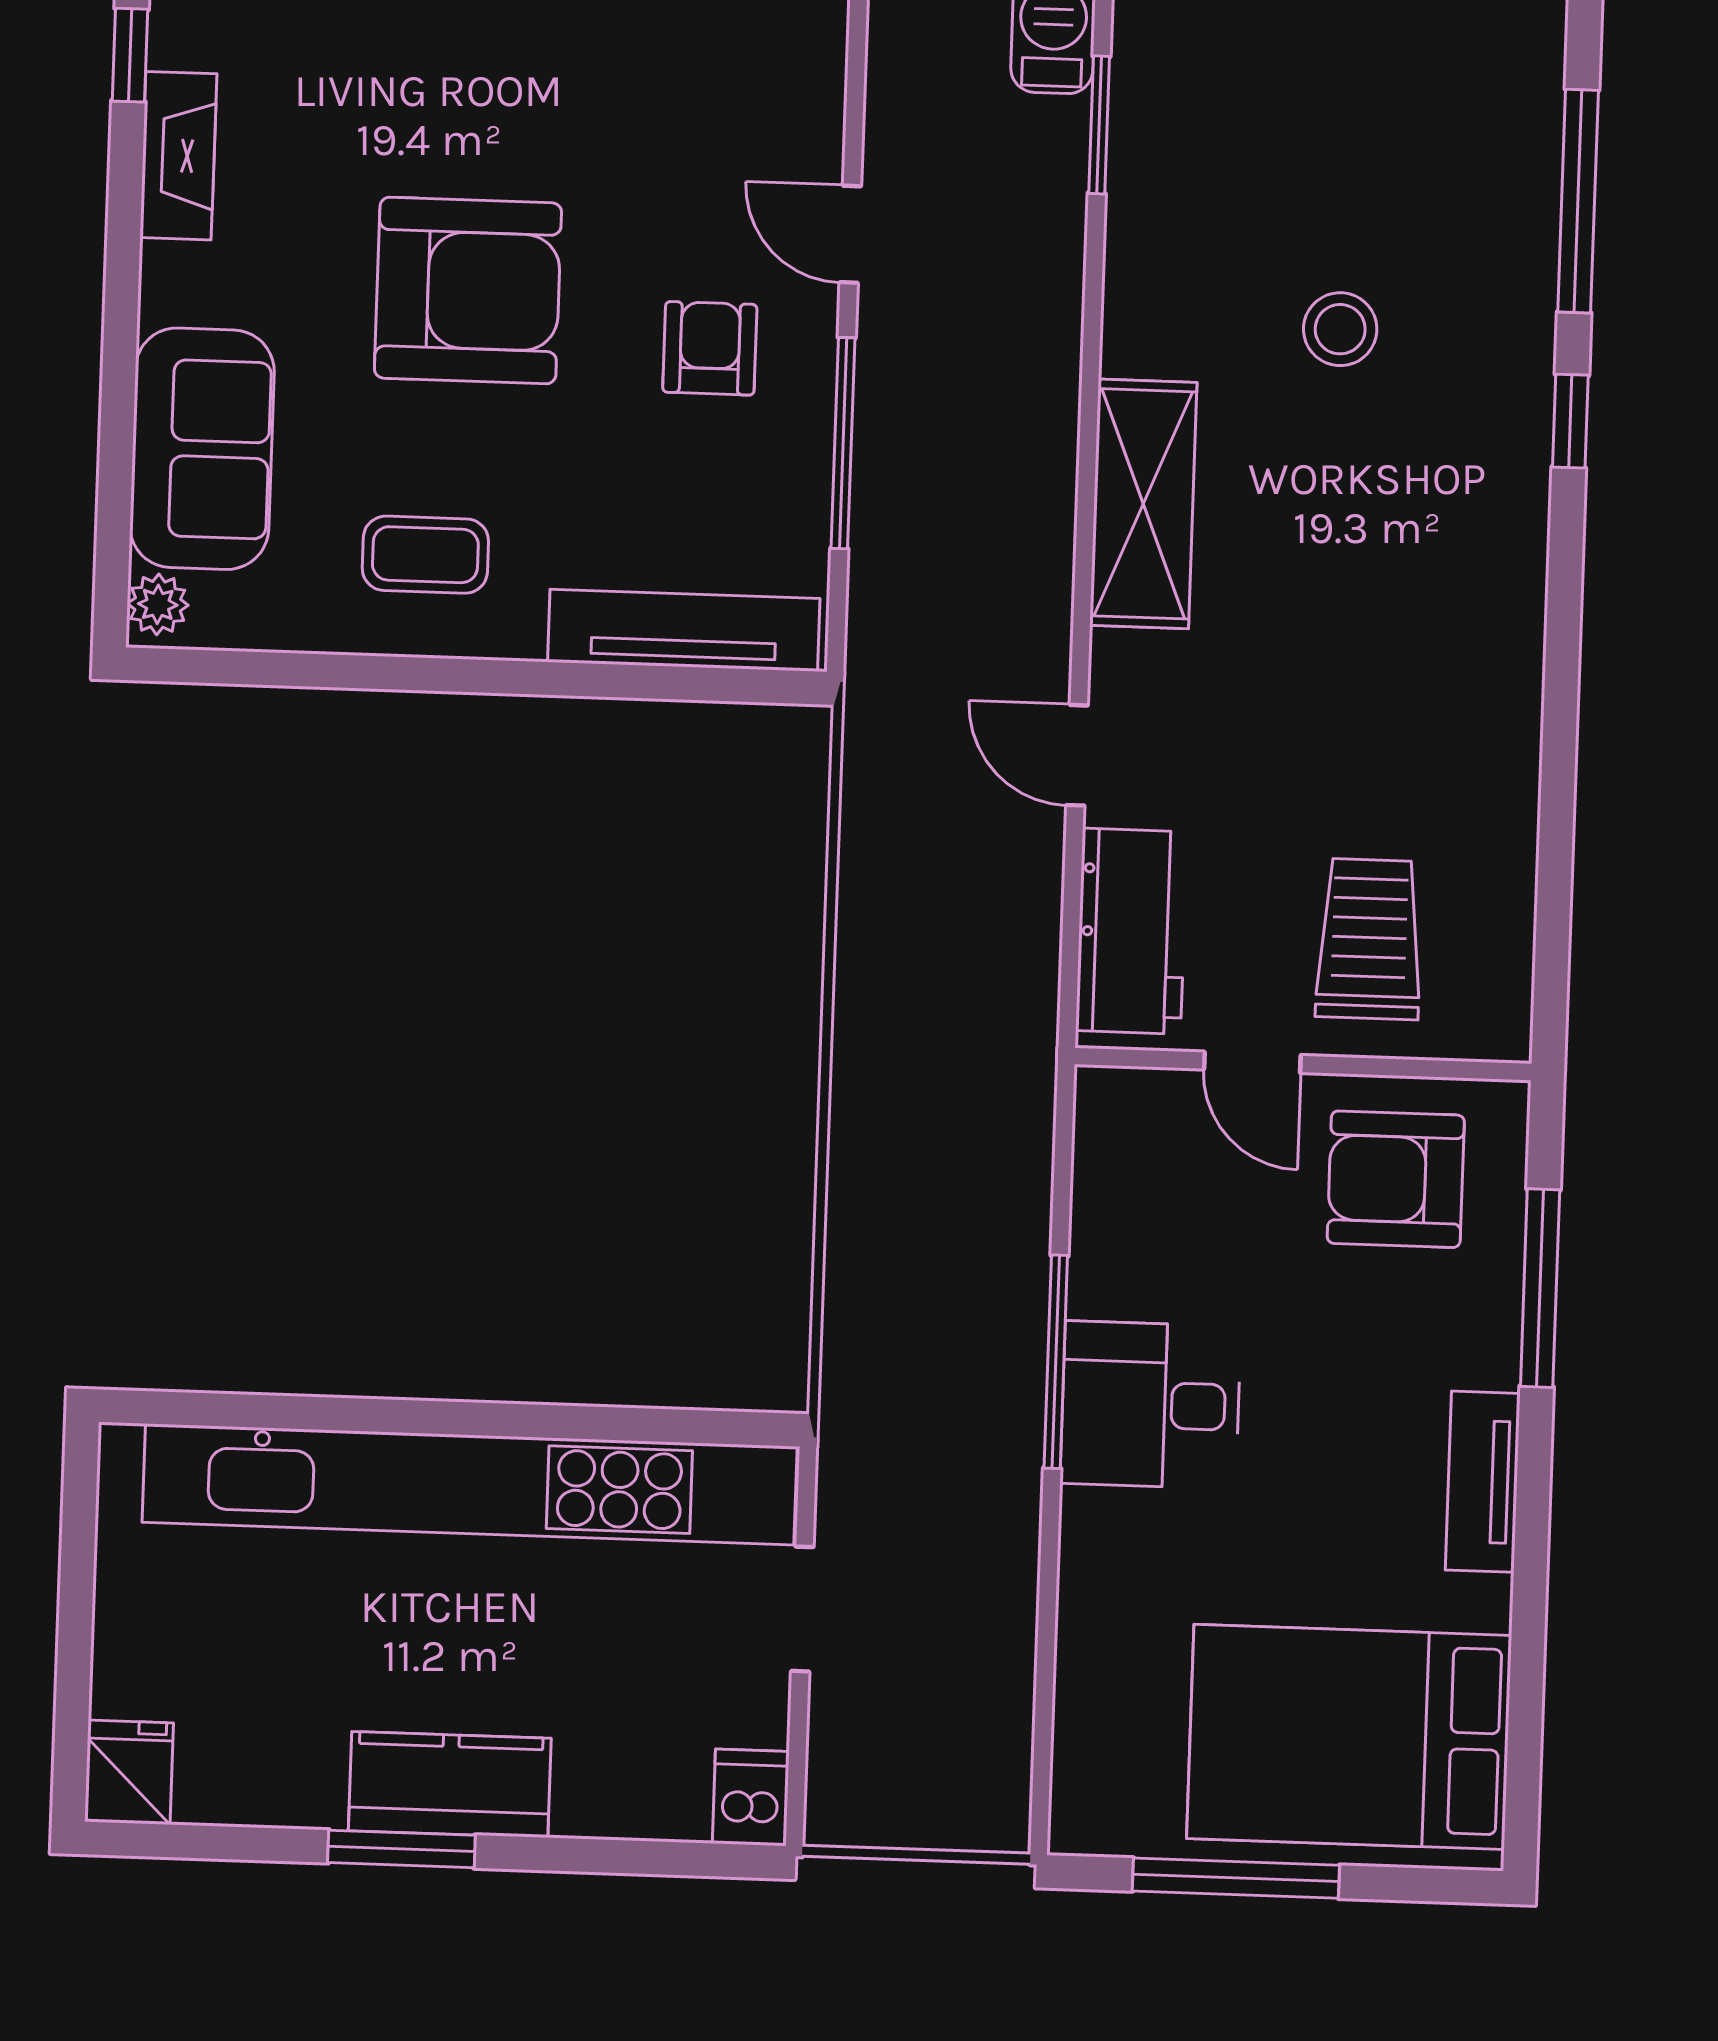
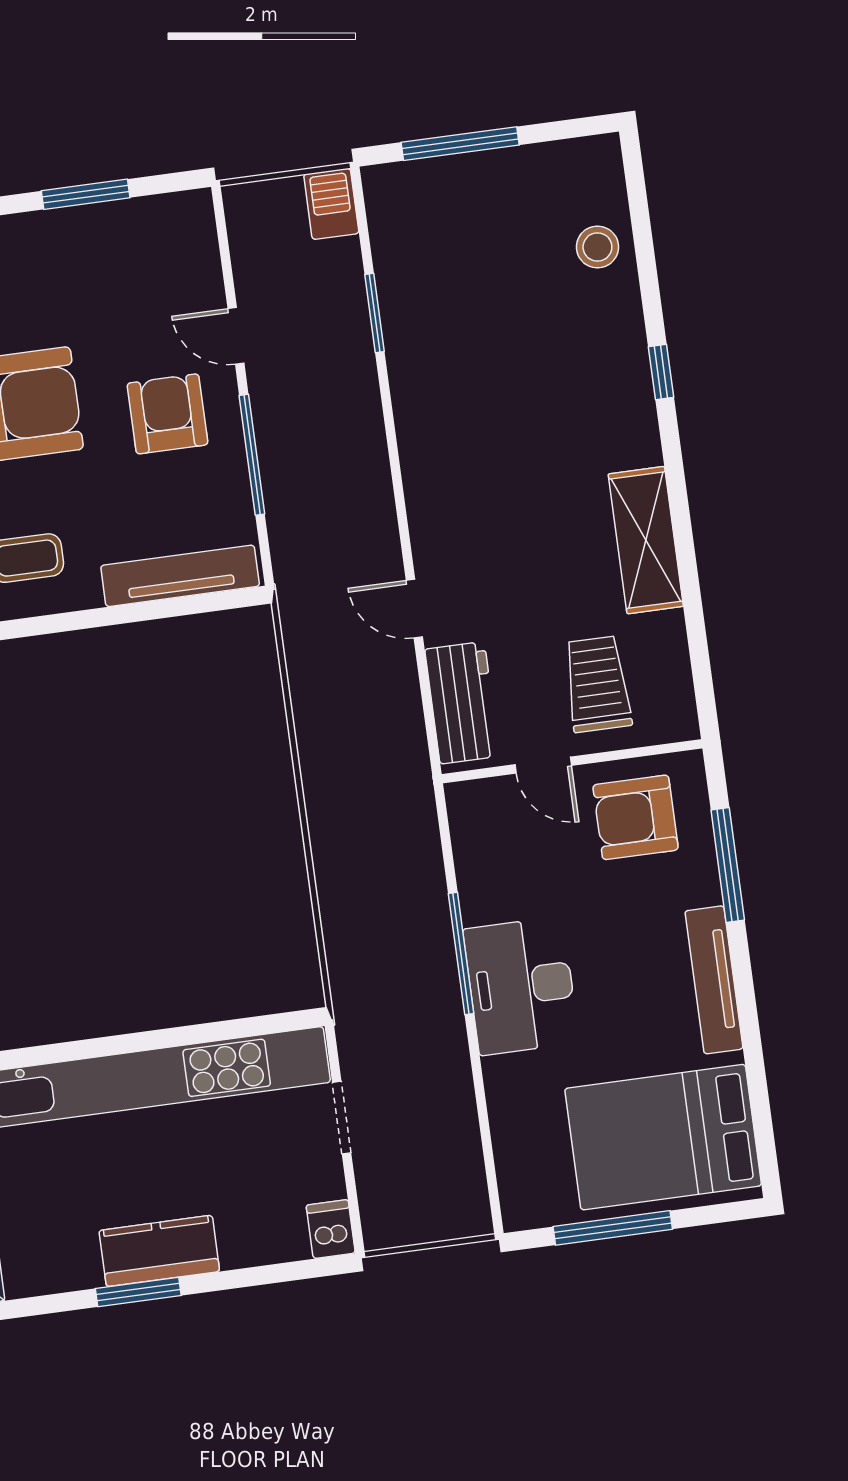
window: (1099, 125) -> (374, 313), moved
window: (1578, 201) -> (644, 247), removed
stool: (1340, 329) -> (597, 247), moved
armchair: (710, 348) -> (168, 414), width x1.38, depth x1.38
shelving: (1143, 504) -> (646, 540), moved
desk: (1151, 1405) -> (521, 986), width x1.37
tv unit: (1483, 1482) -> (714, 980), width x1.41

